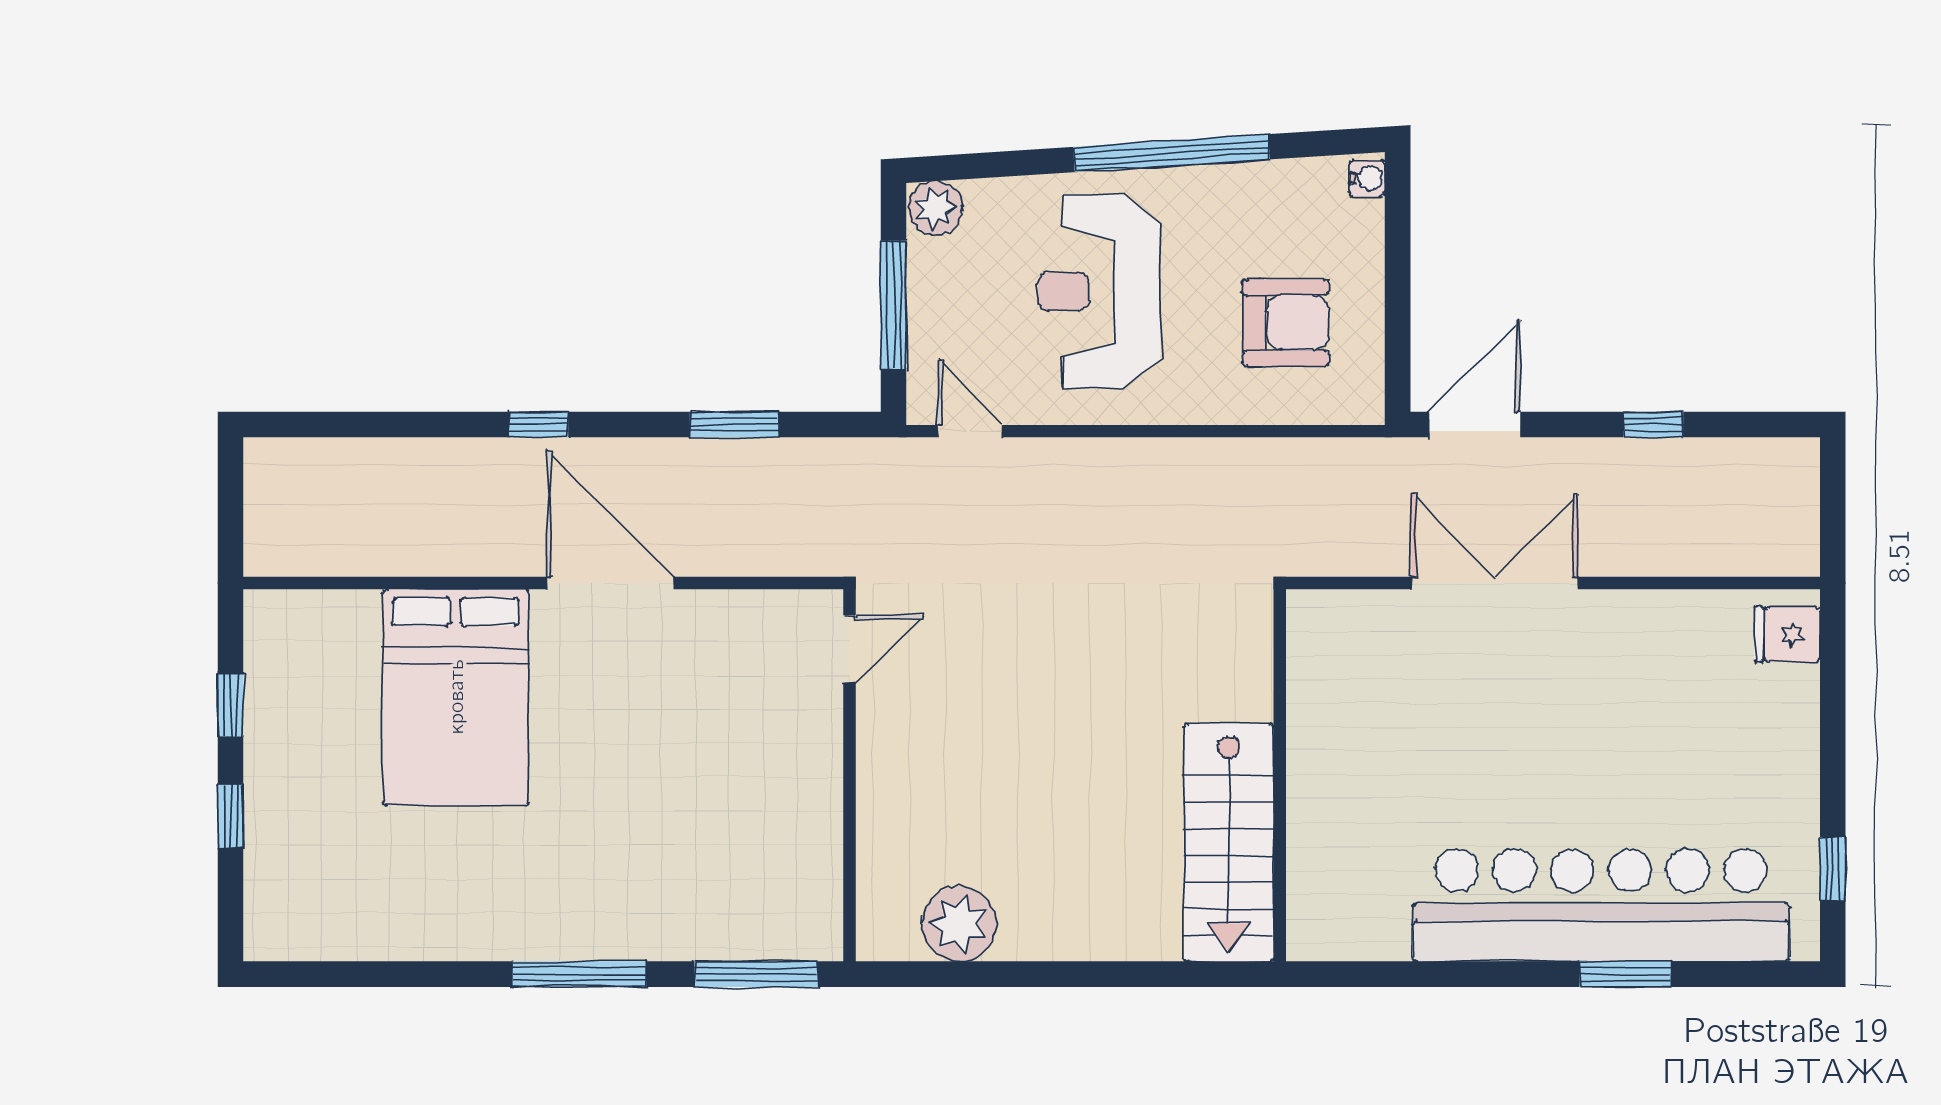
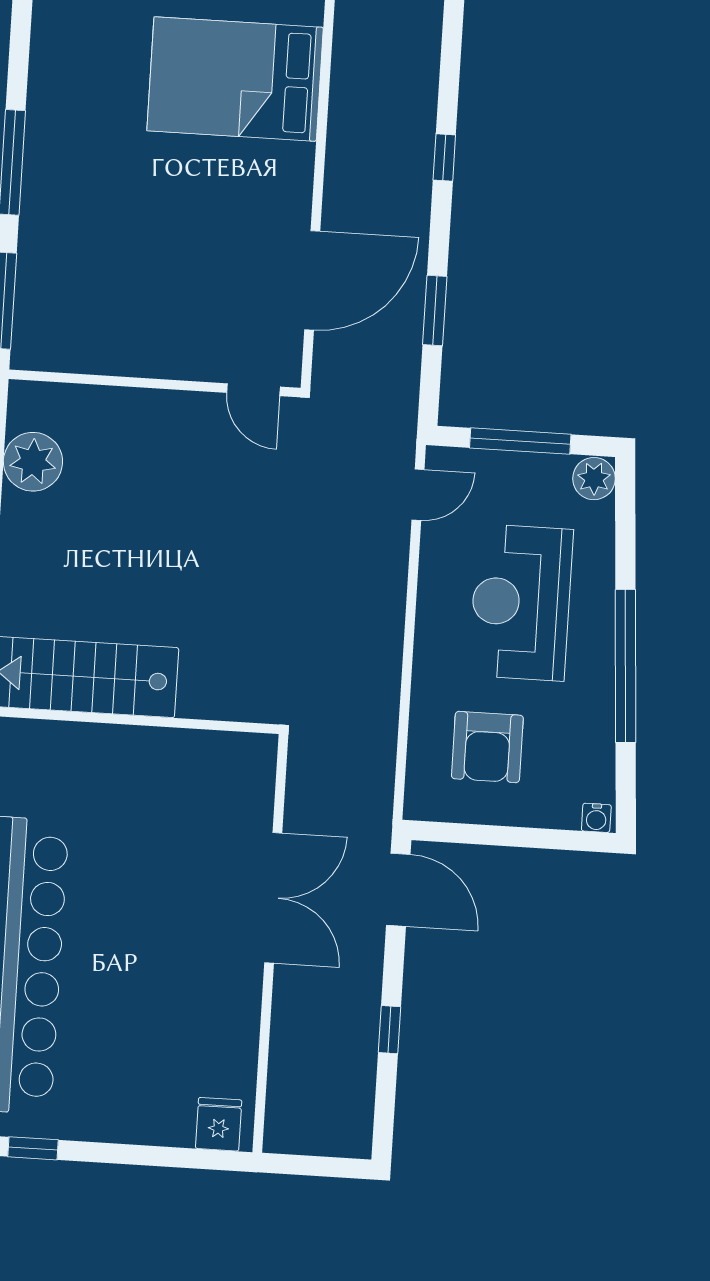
reception desk: (1099, 291) -> (521, 602), turned -90
door: (610, 583) -> (312, 280), moved

